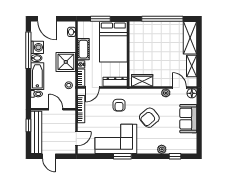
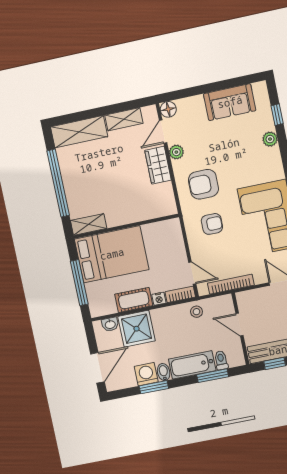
window: (100, 19) -> (79, 283), width x1.44
shelving: (134, 32) -> (89, 224), added
window: (28, 50) -> (154, 387), width x0.47
shower: (66, 62) -> (137, 329), moved
wardrobe: (142, 80) -> (158, 165), moved
dresser: (115, 82) -> (175, 238), removed
window: (28, 87) -> (213, 376), added
door: (56, 109) -> (239, 325), hinge flipped
armchair: (149, 118) -> (203, 184), moved, turned 130
sofa: (188, 119) -> (230, 102), moved

